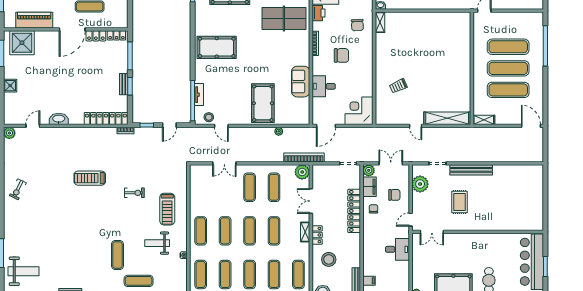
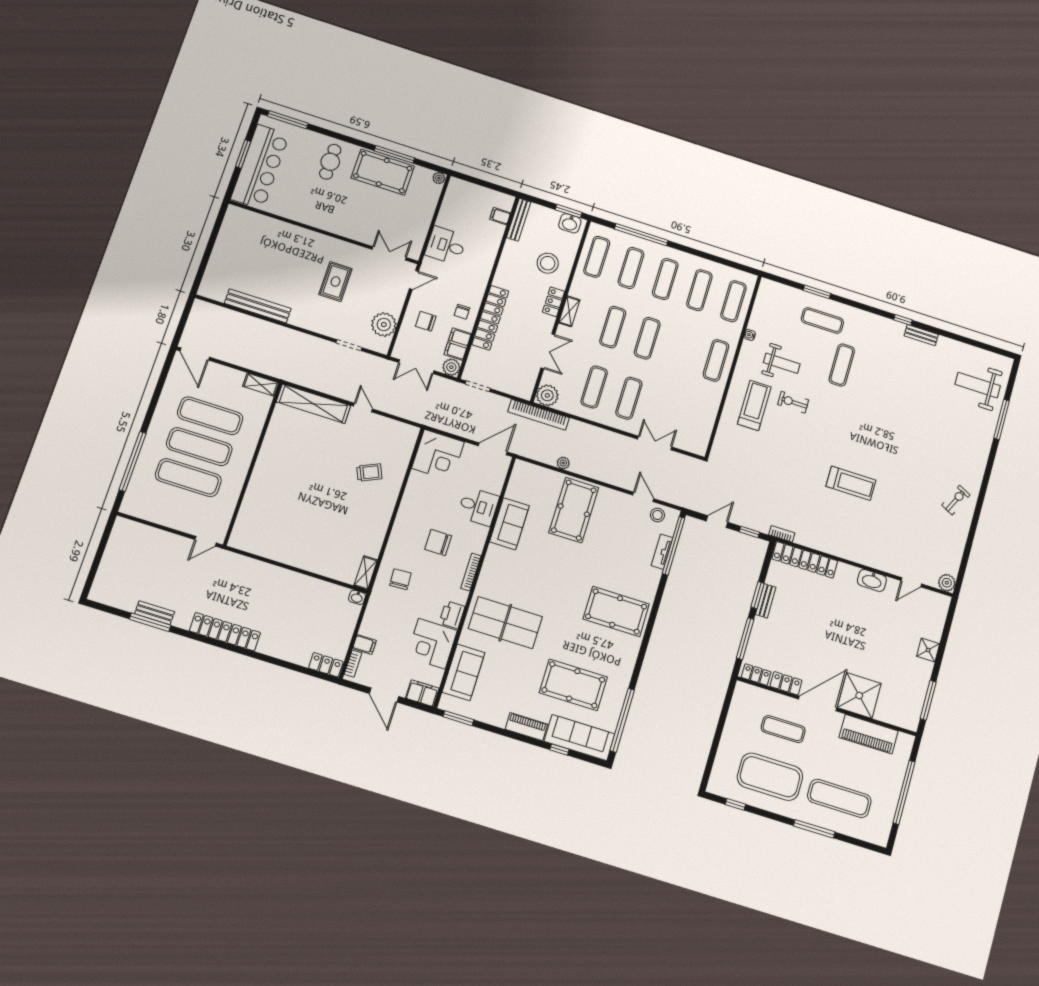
shower: (22, 43) -> (859, 695), moved
bench: (471, 170) -> (258, 306), moved
exercise bike: (134, 193) -> (793, 402), moved
exercise mat: (225, 231) -> (682, 349), removed

